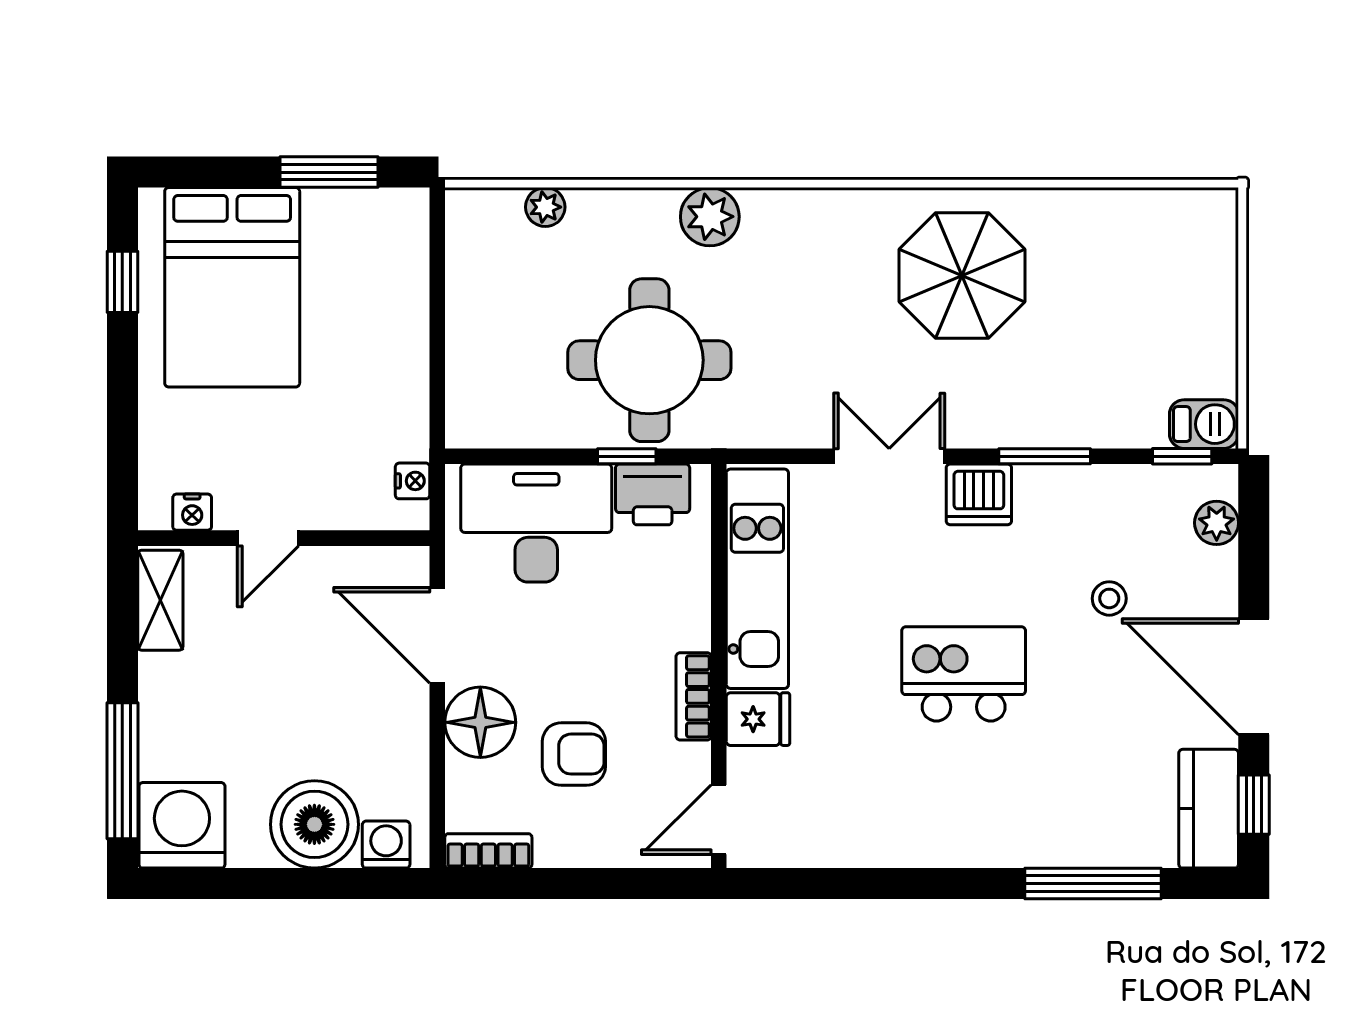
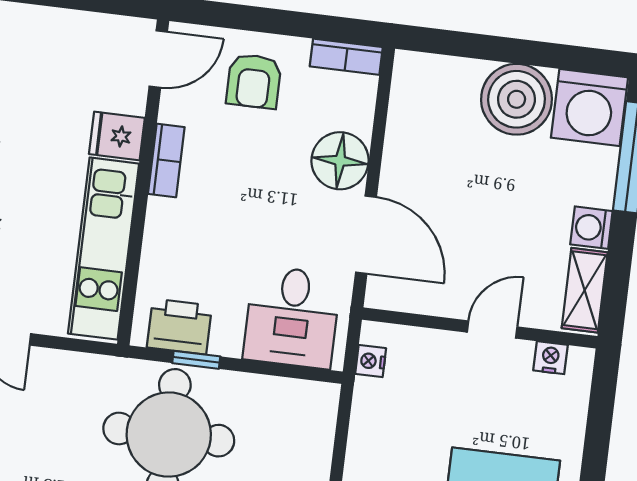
desk: (536, 523) -> (292, 317), width x0.73
armchair: (574, 754) -> (254, 81), moved, turned -90
boiler: (314, 824) -> (517, 99), moved
washing machine: (386, 845) -> (591, 228), moved, turned 90

